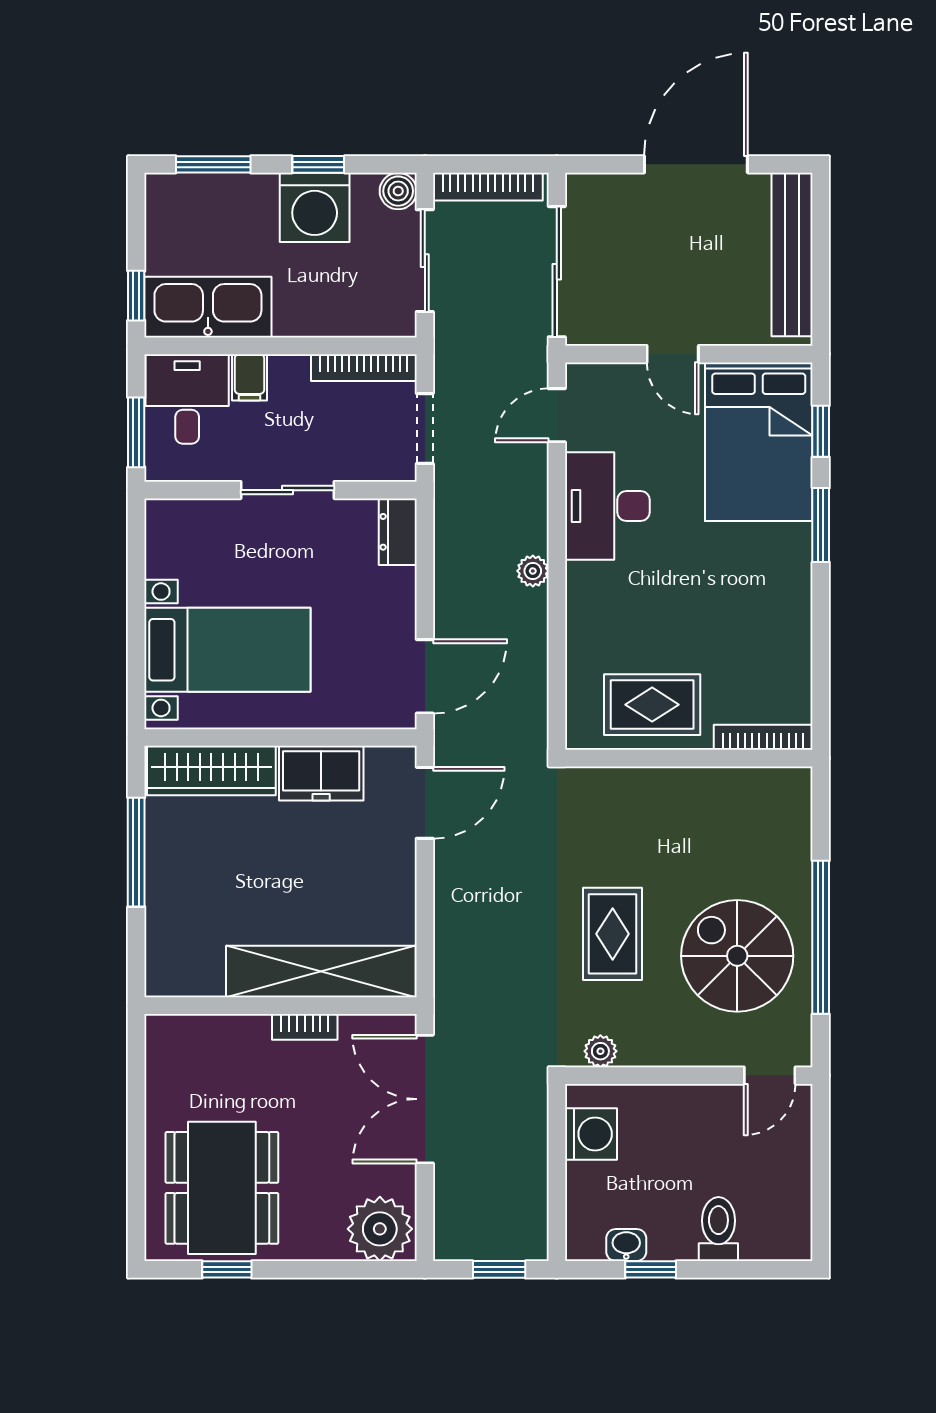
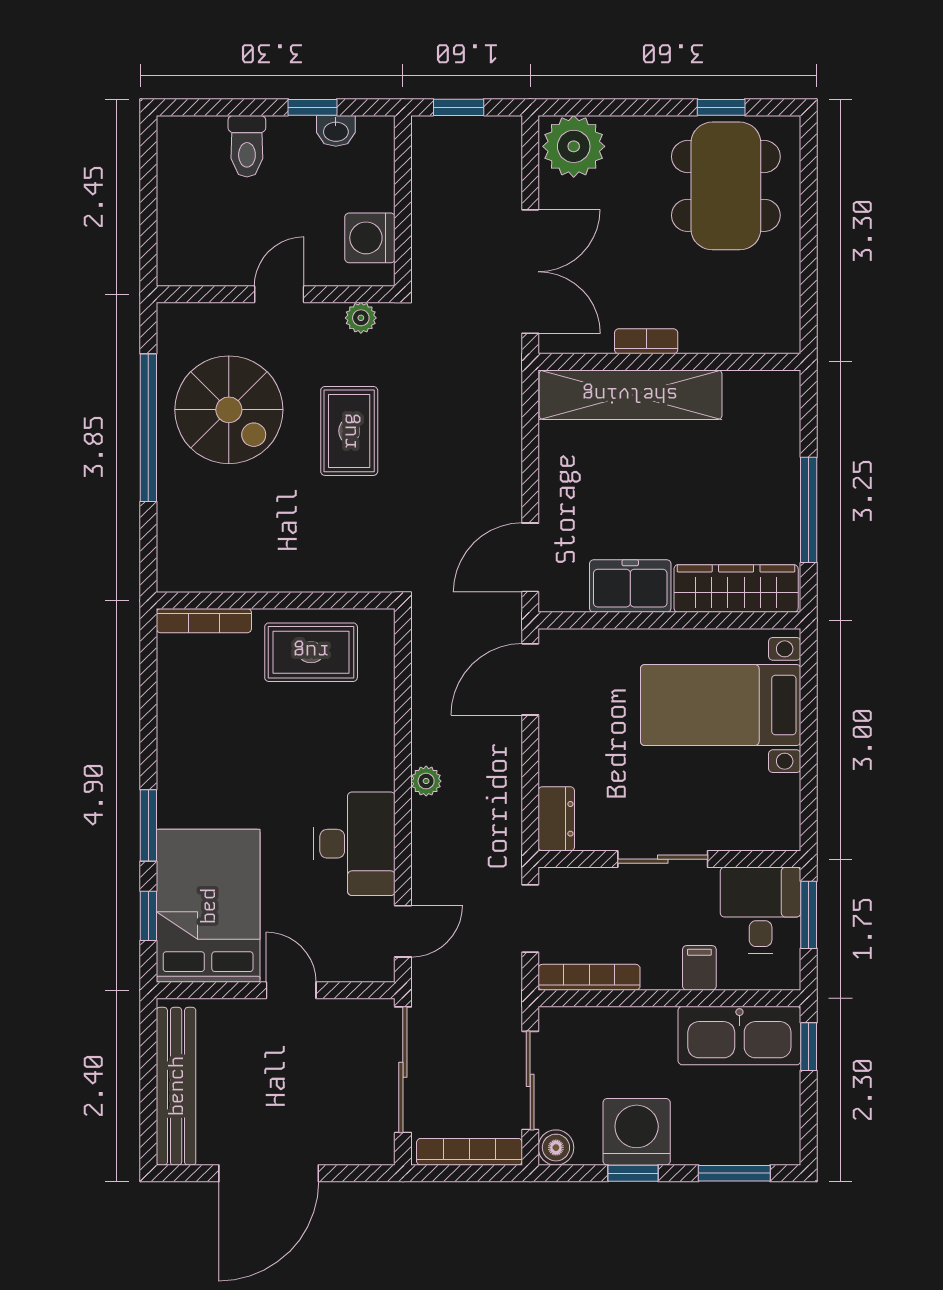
desk: (187, 399) -> (761, 910), moved, turned 180
door: (770, 1076) -> (279, 294), moved

